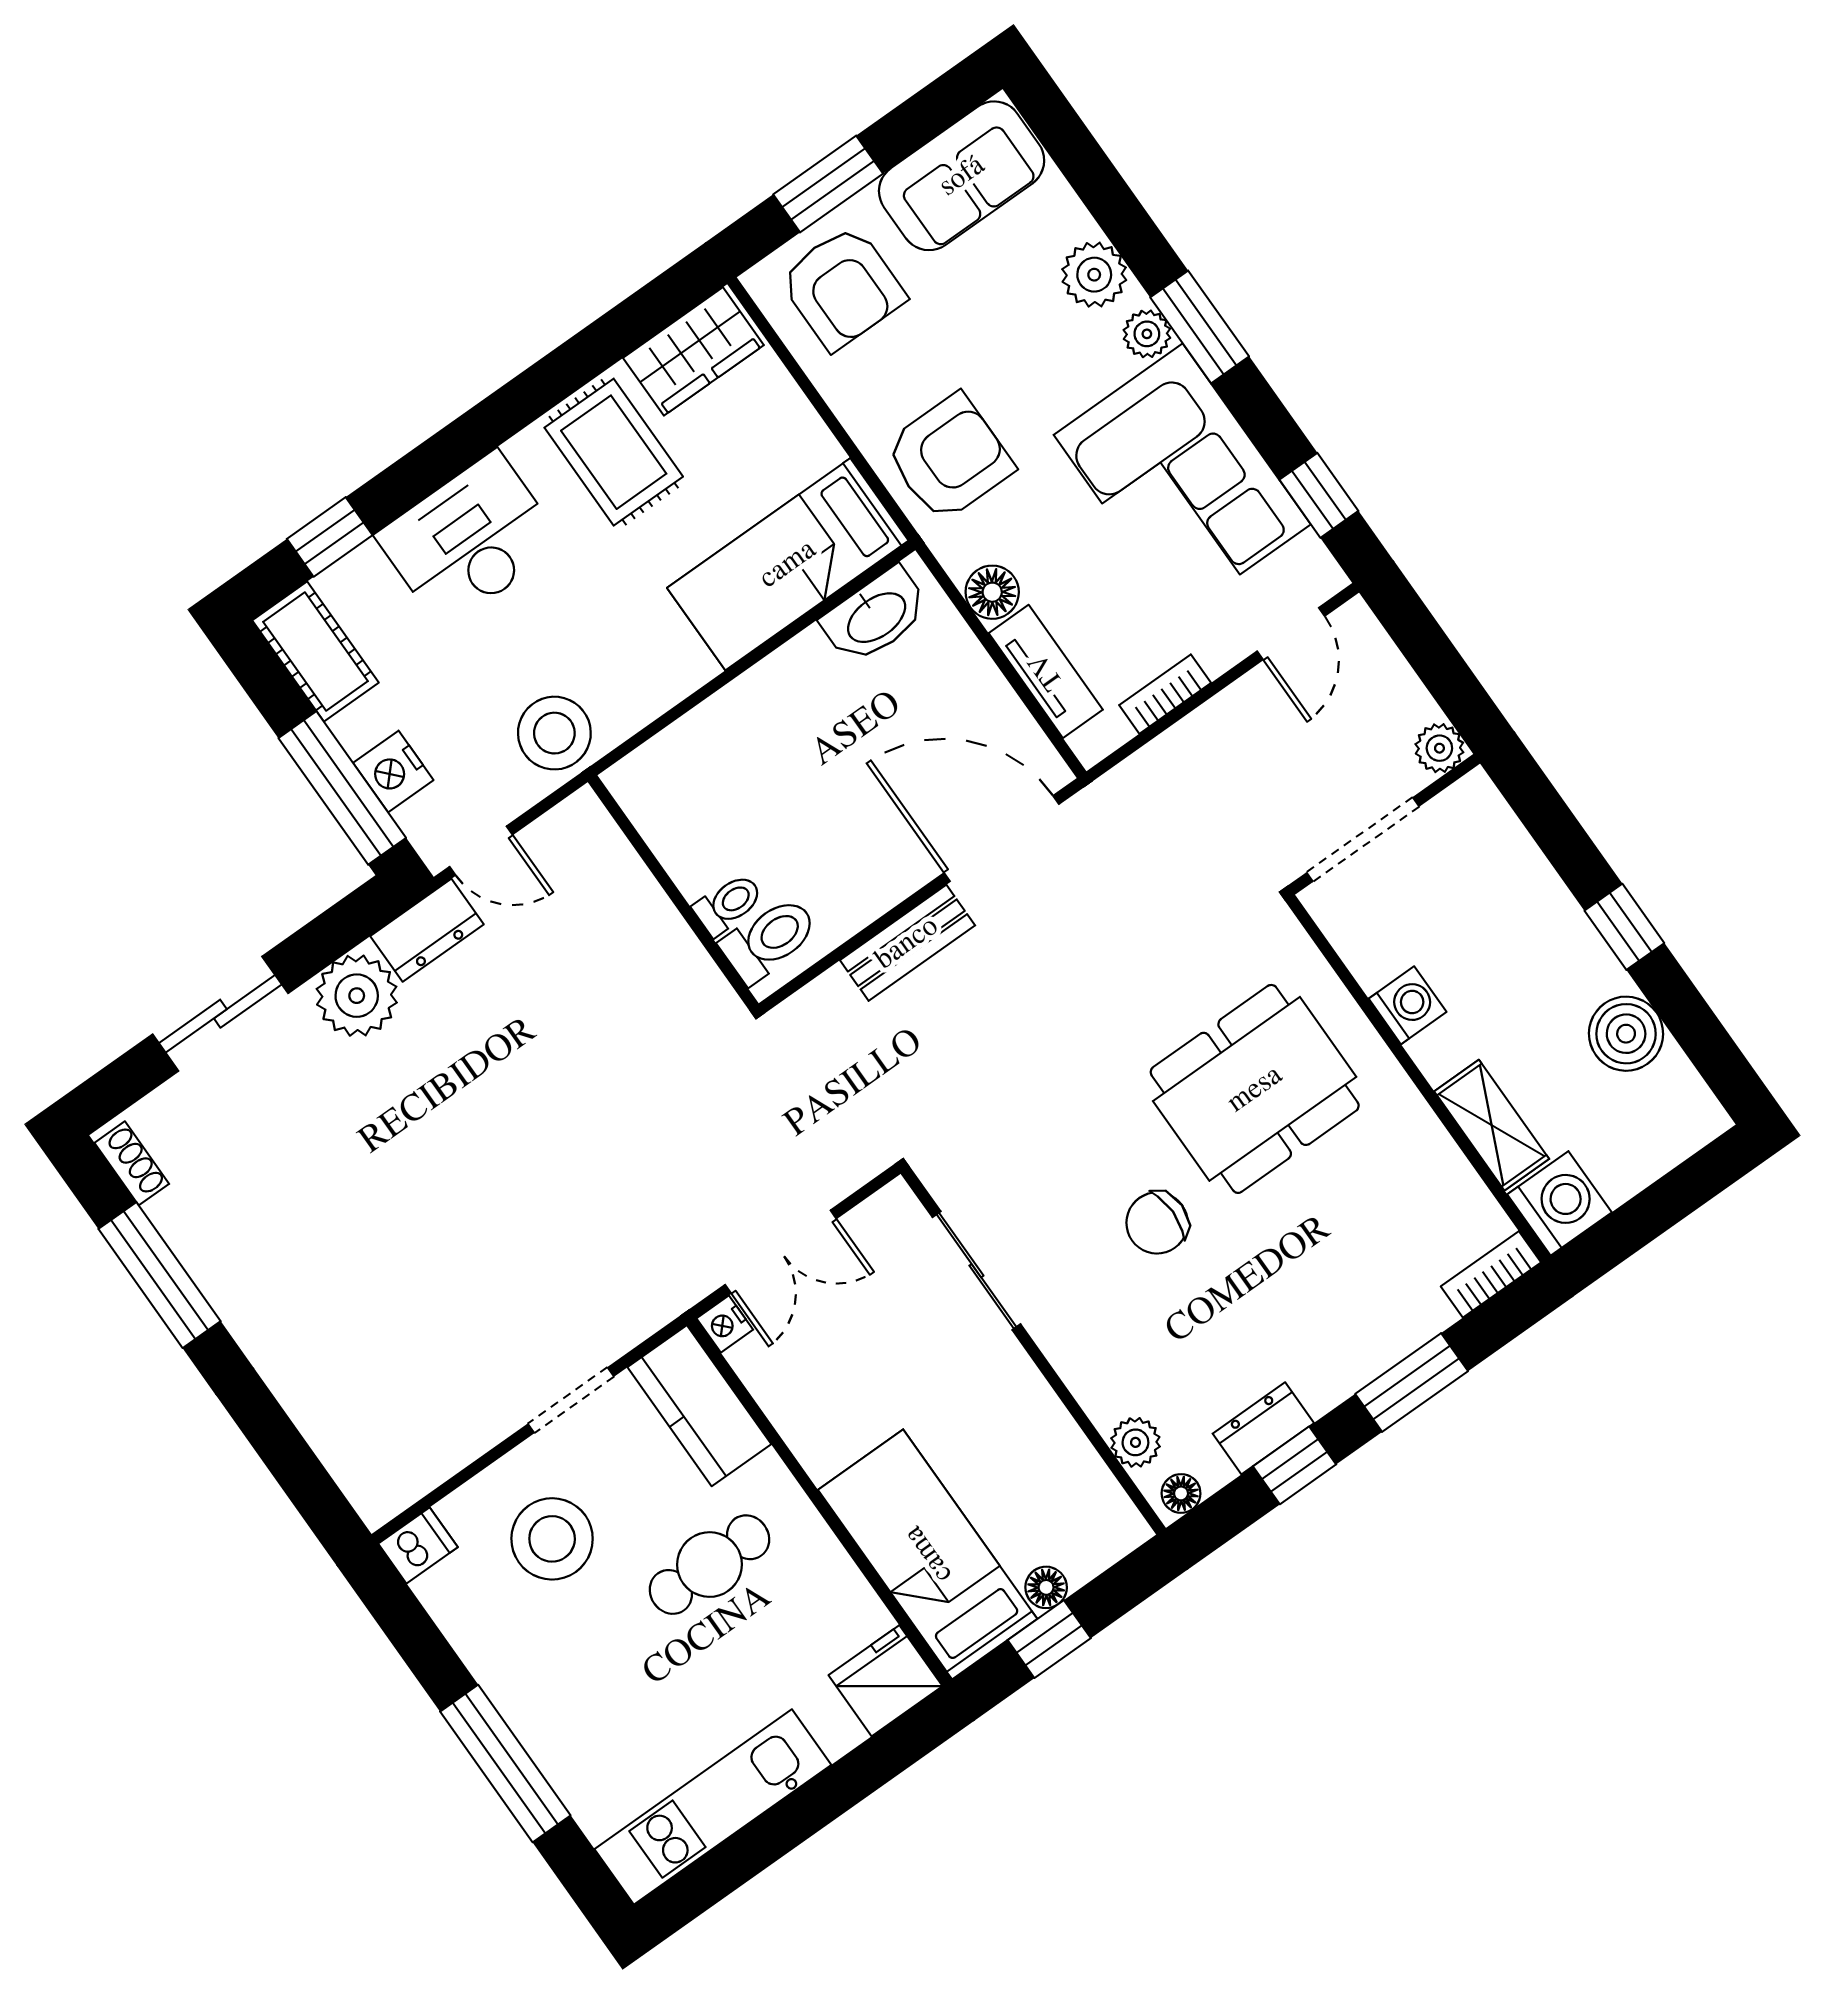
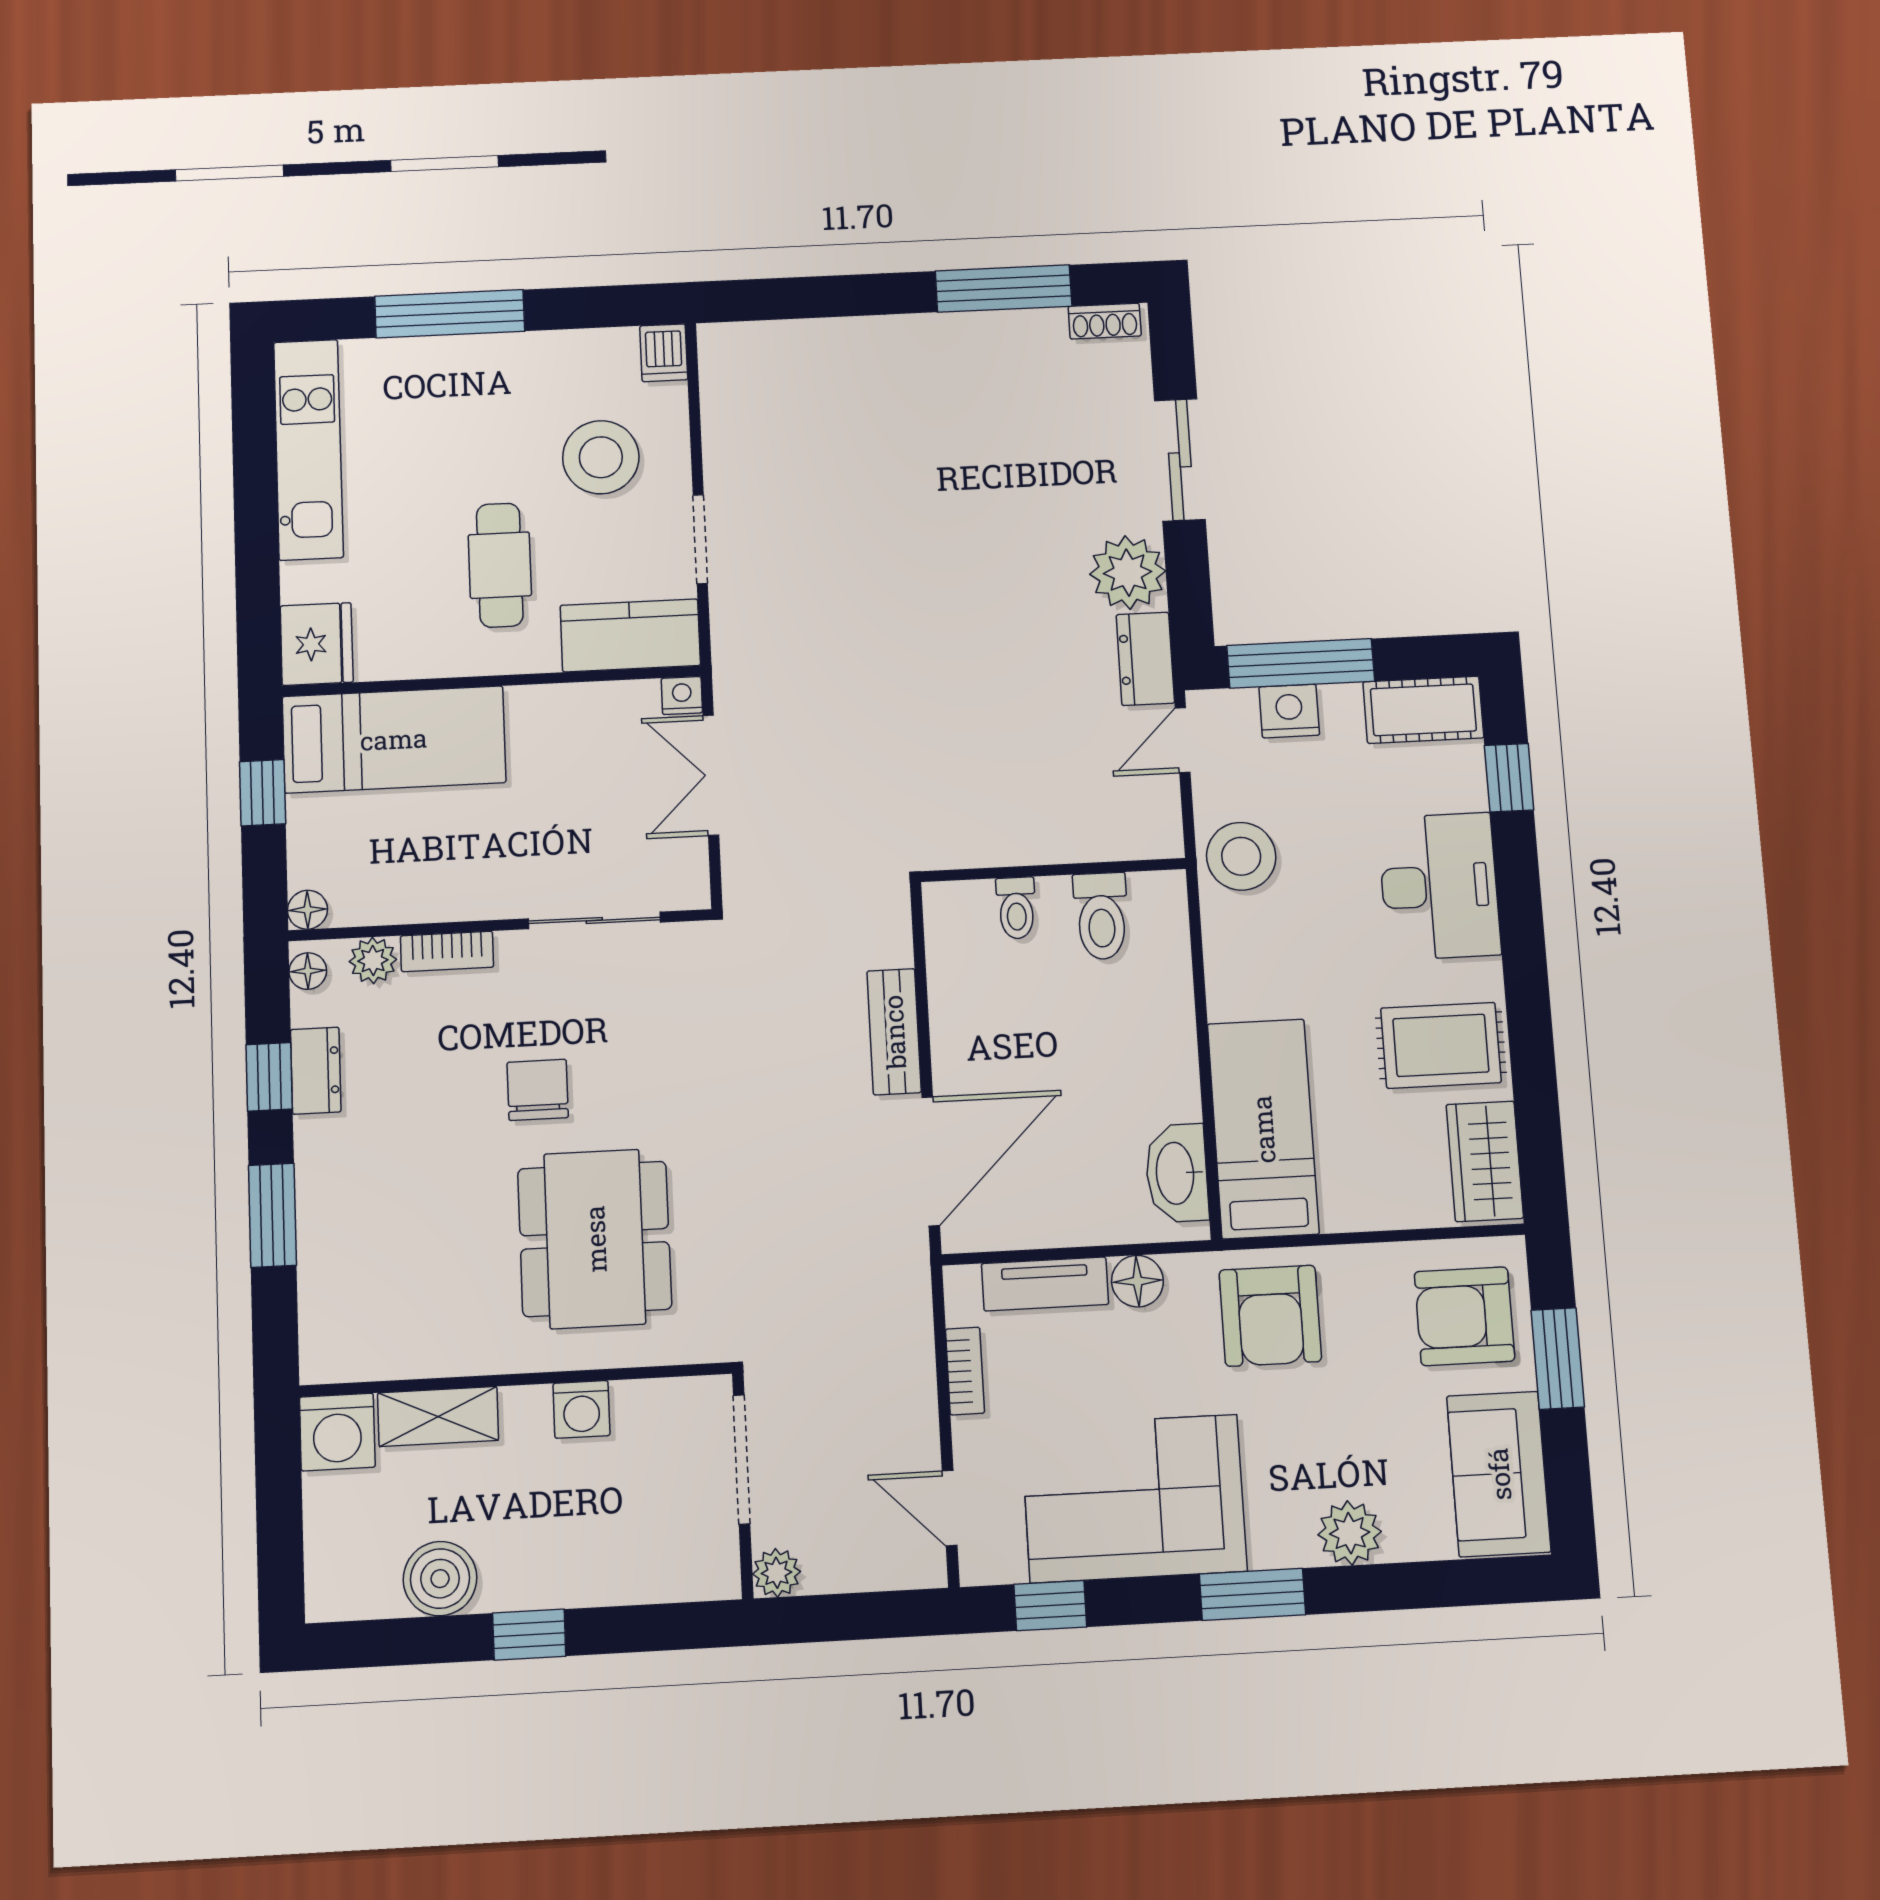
plant: (1147, 334) -> (1273, 1546), removed
toilet: (769, 939) -> (1101, 916), moved
bookcase: (1491, 1274) -> (447, 951), moved, turned 90
floor lamp: (1046, 1587) -> (307, 910), moved

